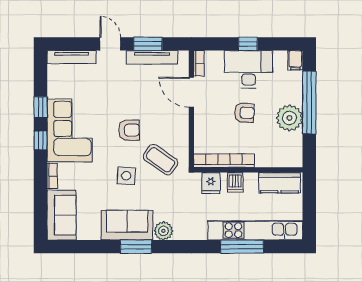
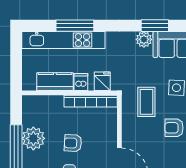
coffee table: (161, 160) -> (146, 102), turned 55
kitchen counter: (279, 183) -> (55, 82), moved
window: (136, 247) -> (155, 26), moved

